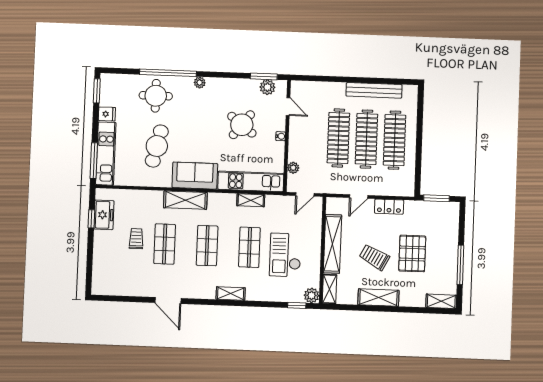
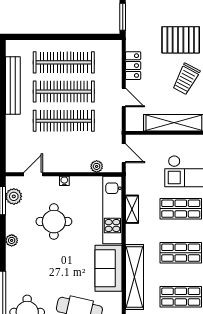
plant: (200, 83) -> (12, 240), moved
round table: (242, 125) -> (54, 222), turned -38
shelving: (185, 200) -> (134, 277), width x1.47

